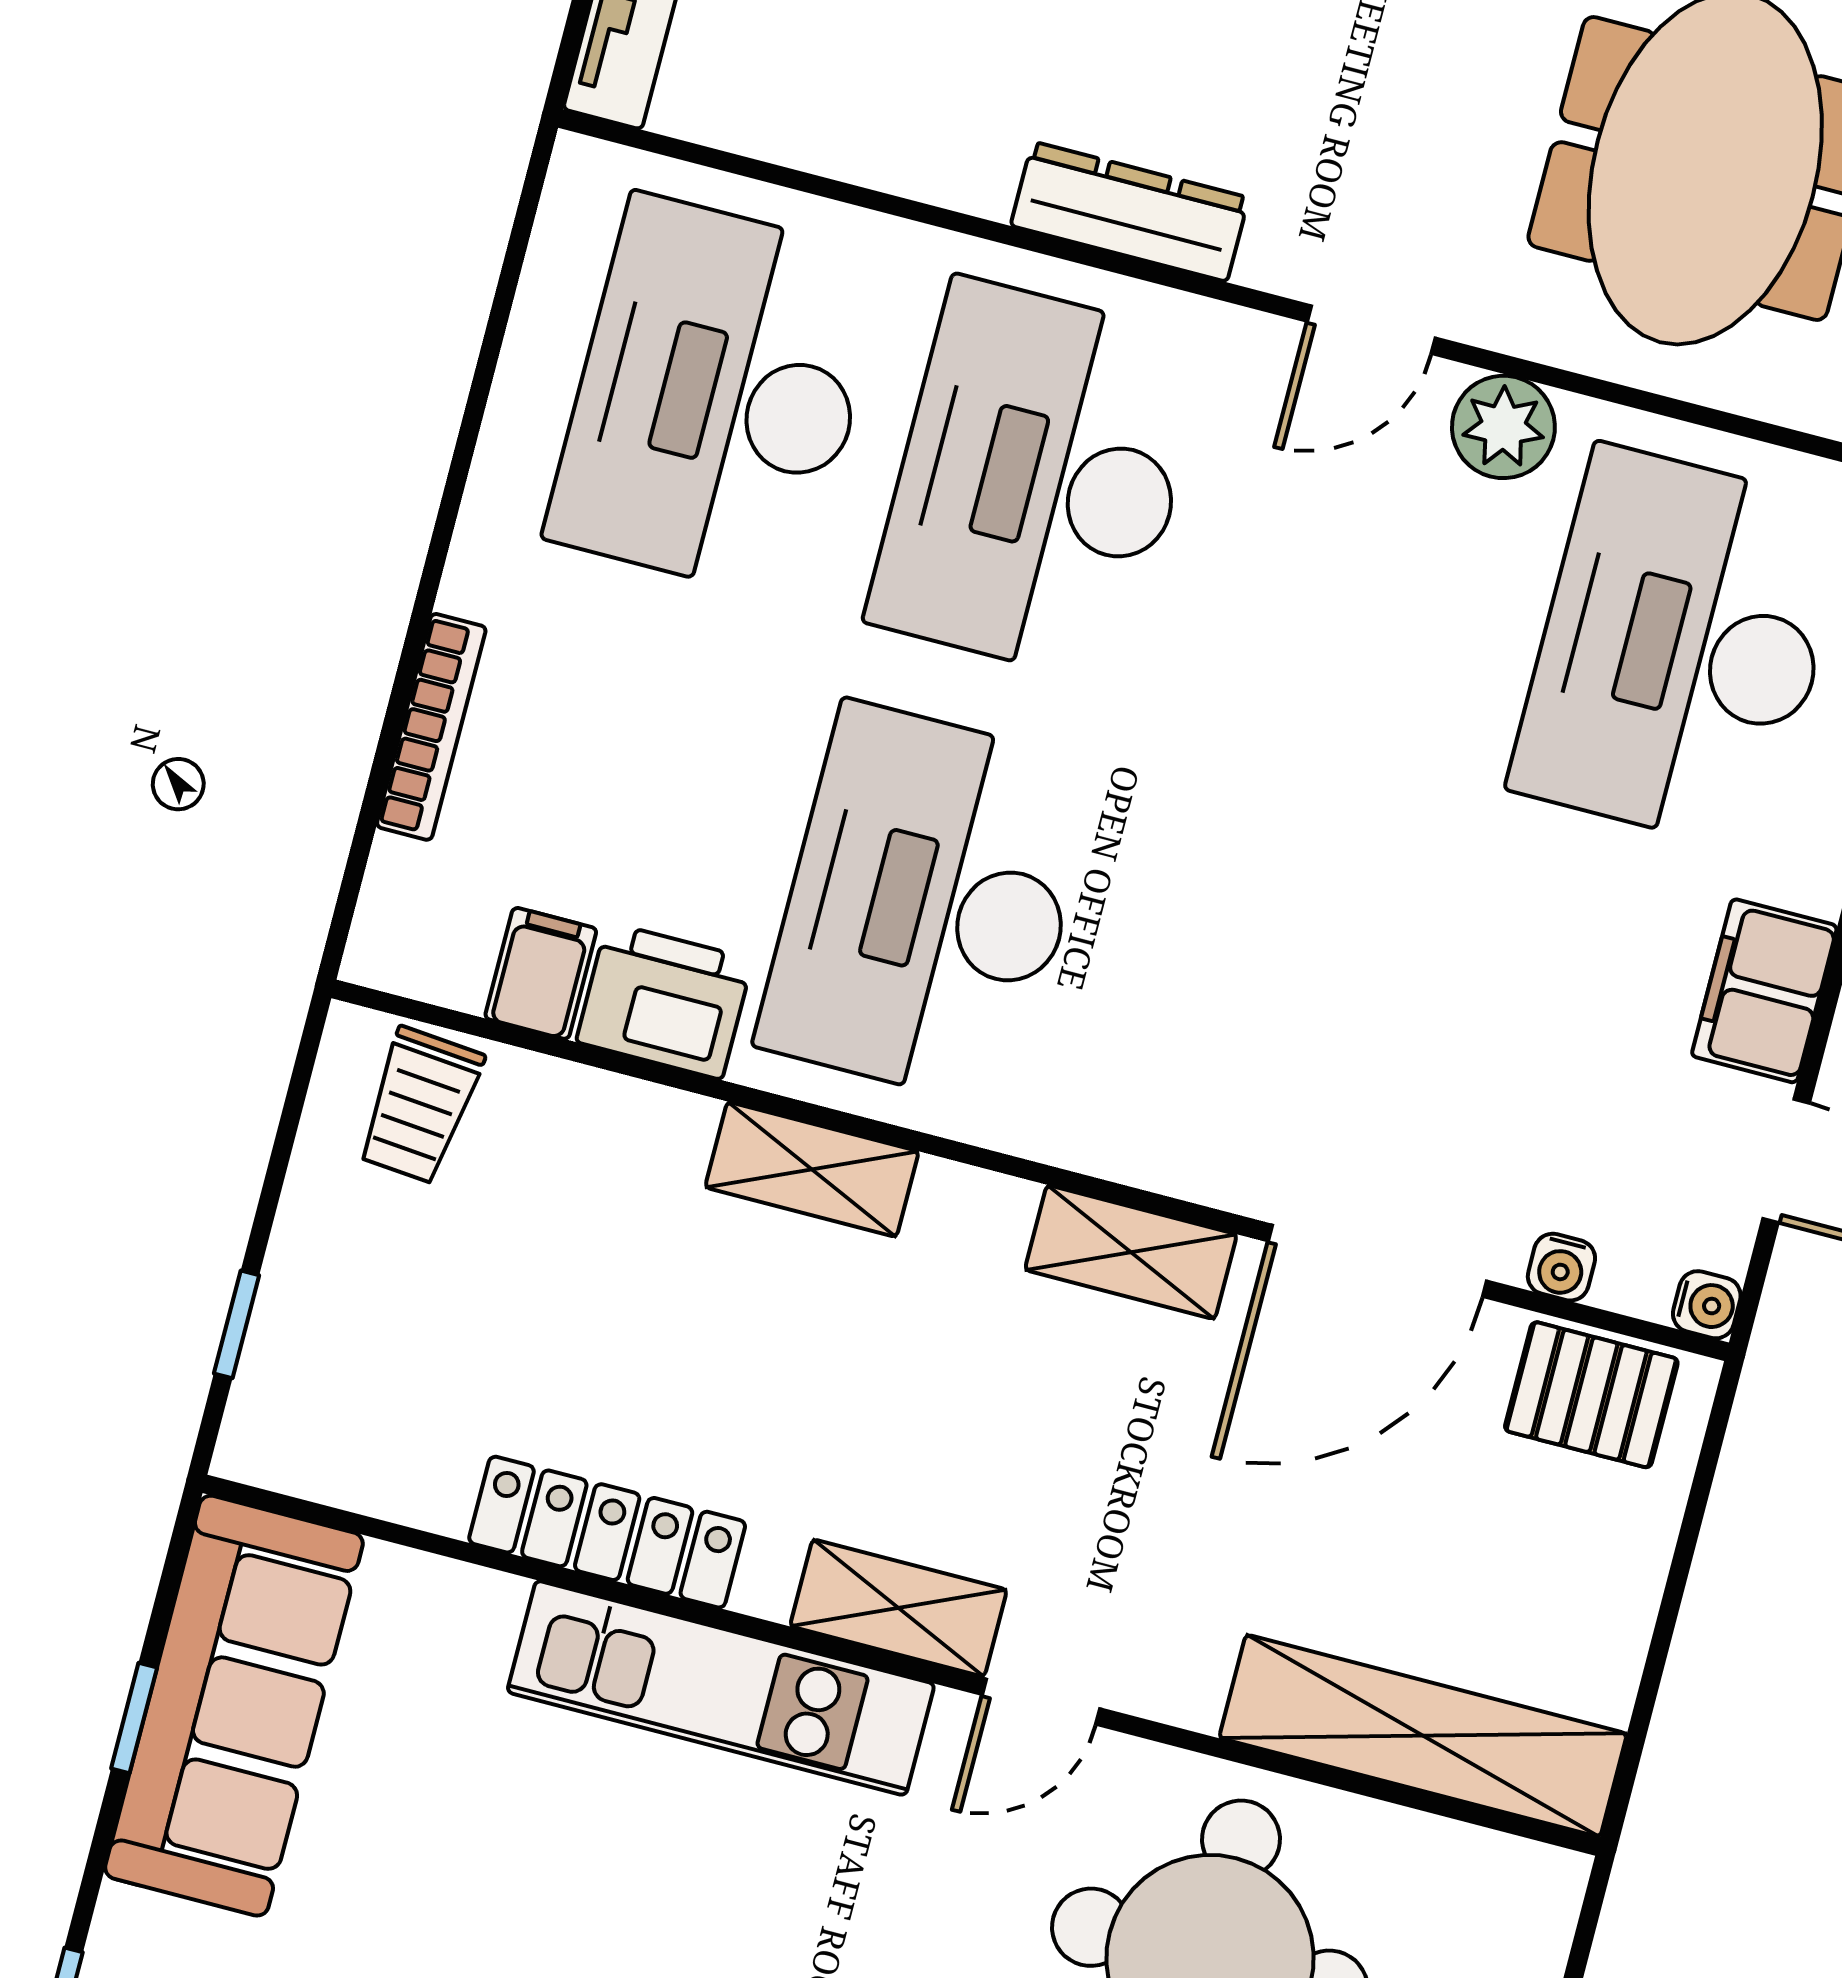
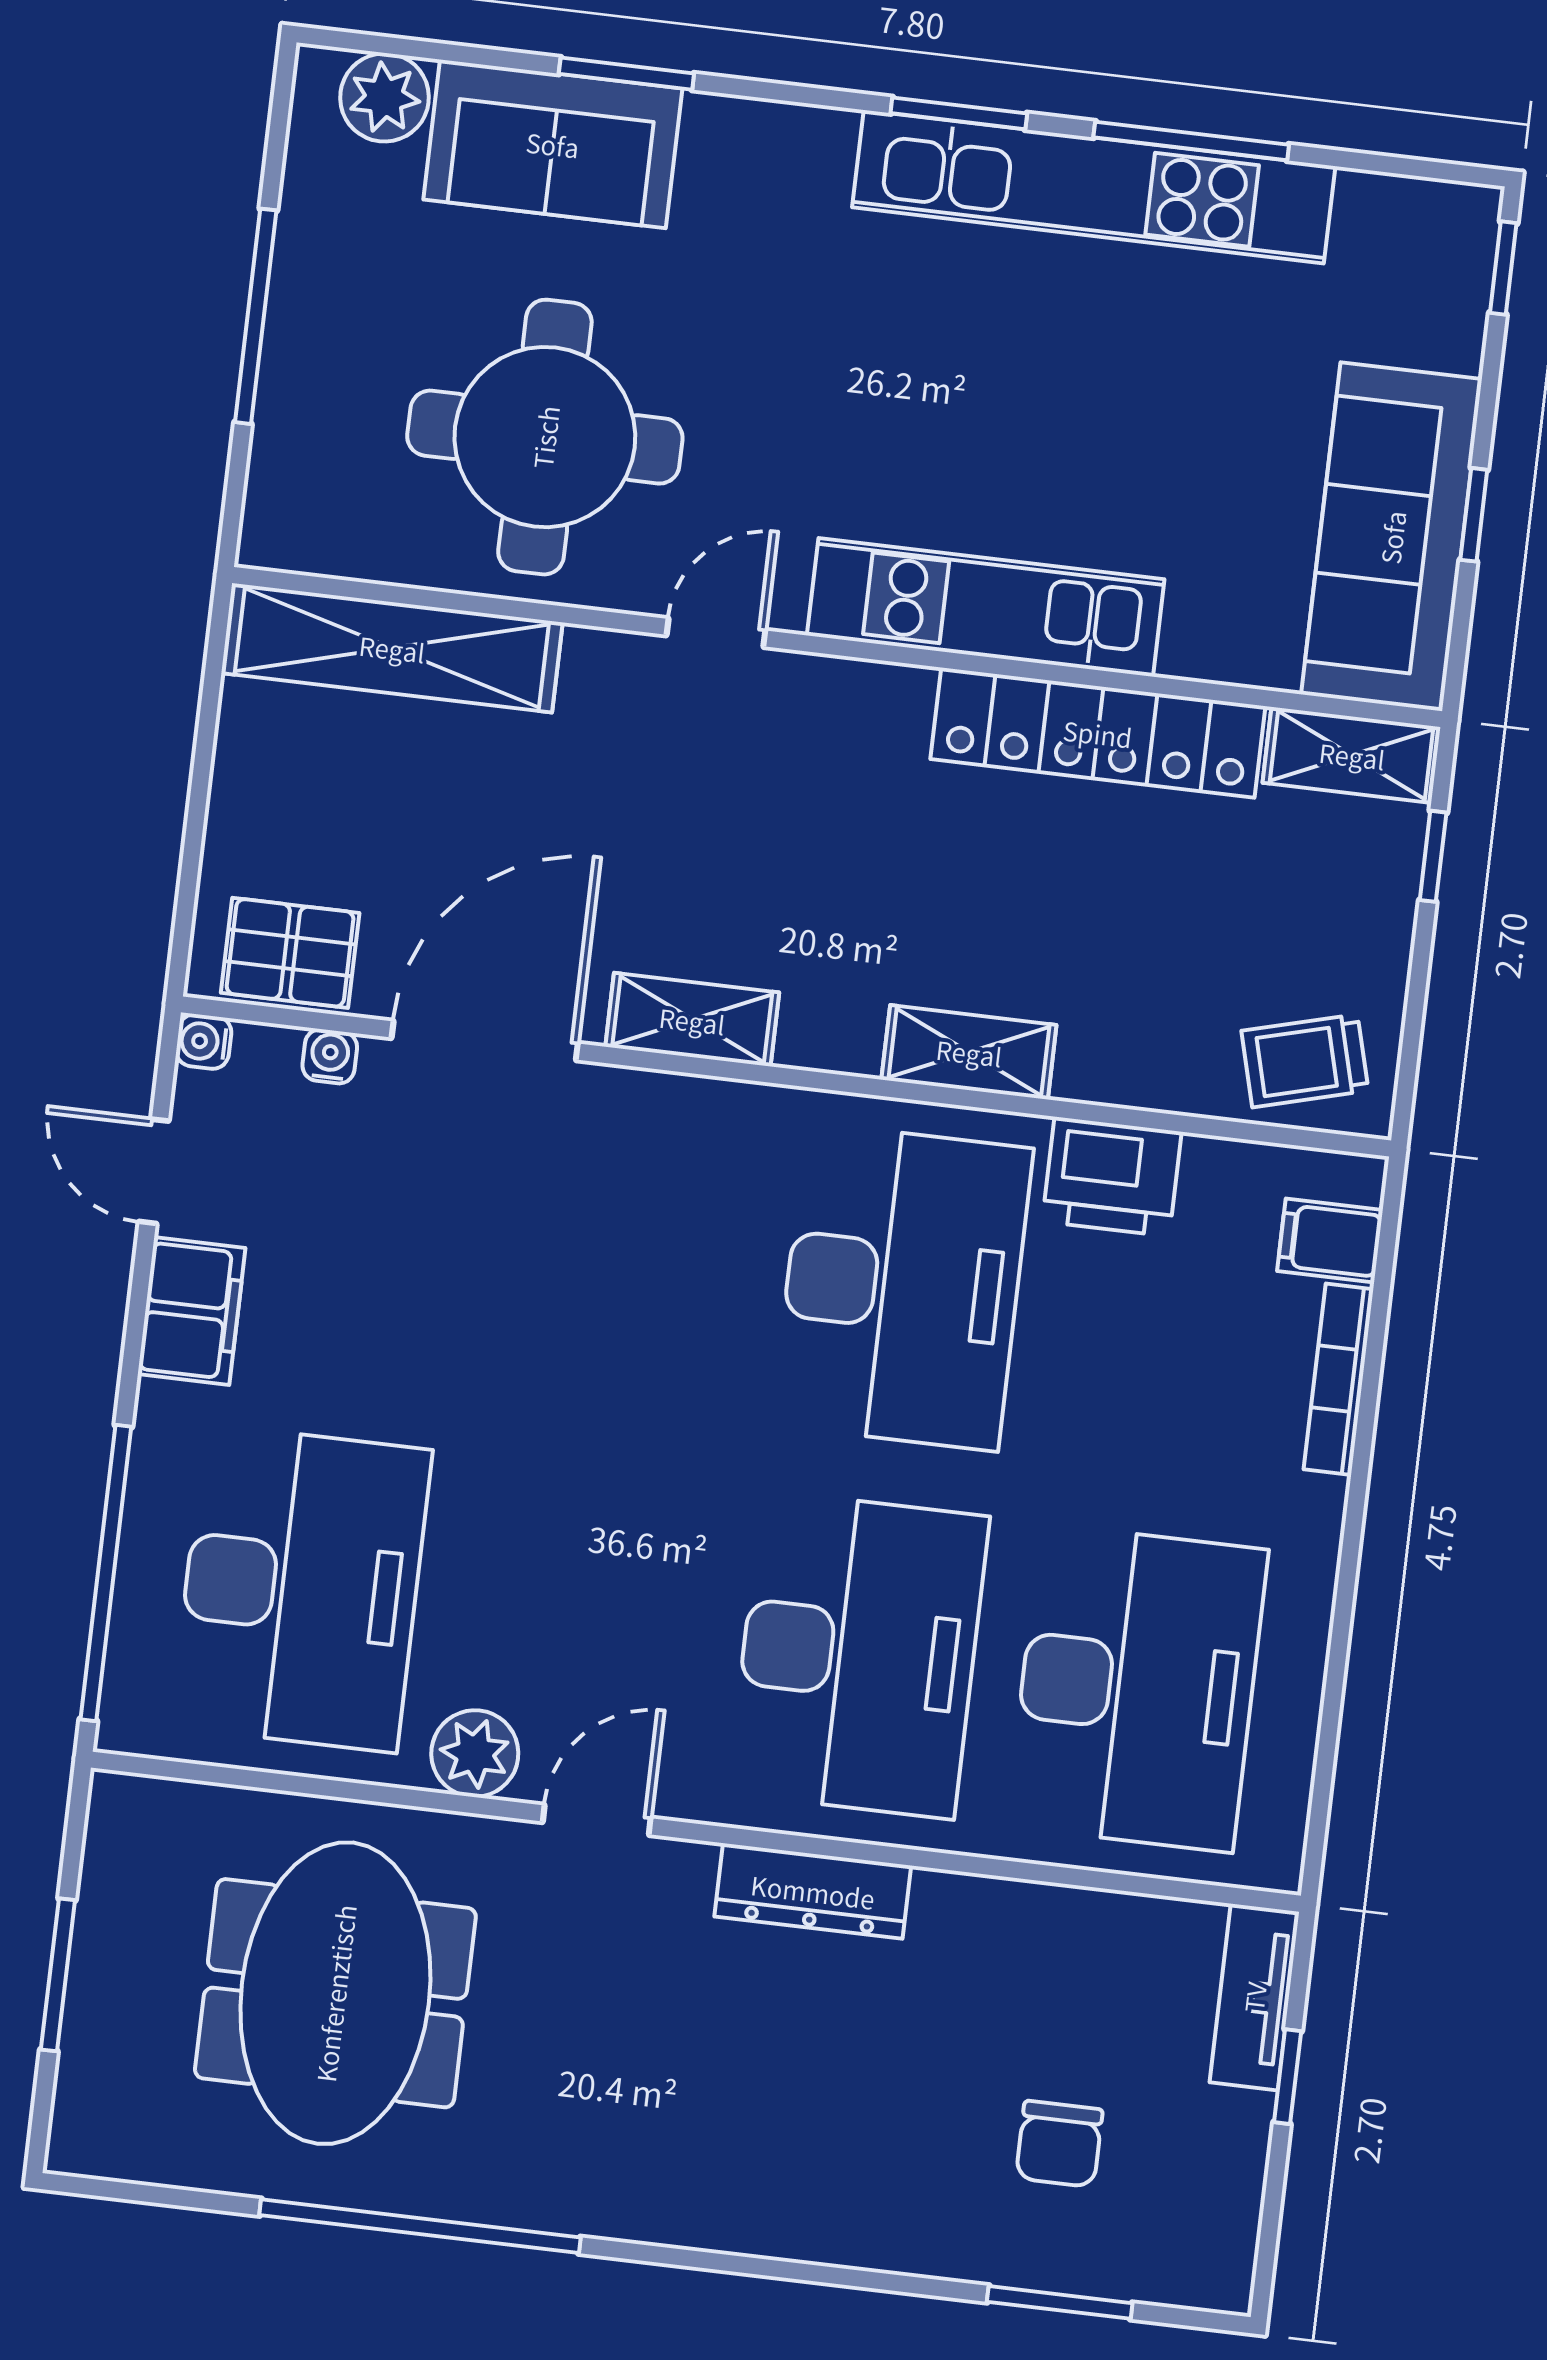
filing cabinet: (541, 973) -> (1330, 1241), moved, turned 90
trolley: (420, 1105) -> (1305, 1061), turned -110
locker: (607, 1532) -> (1098, 733), width x1.41, depth x1.21
shelving: (898, 1608) -> (1352, 755), moved

